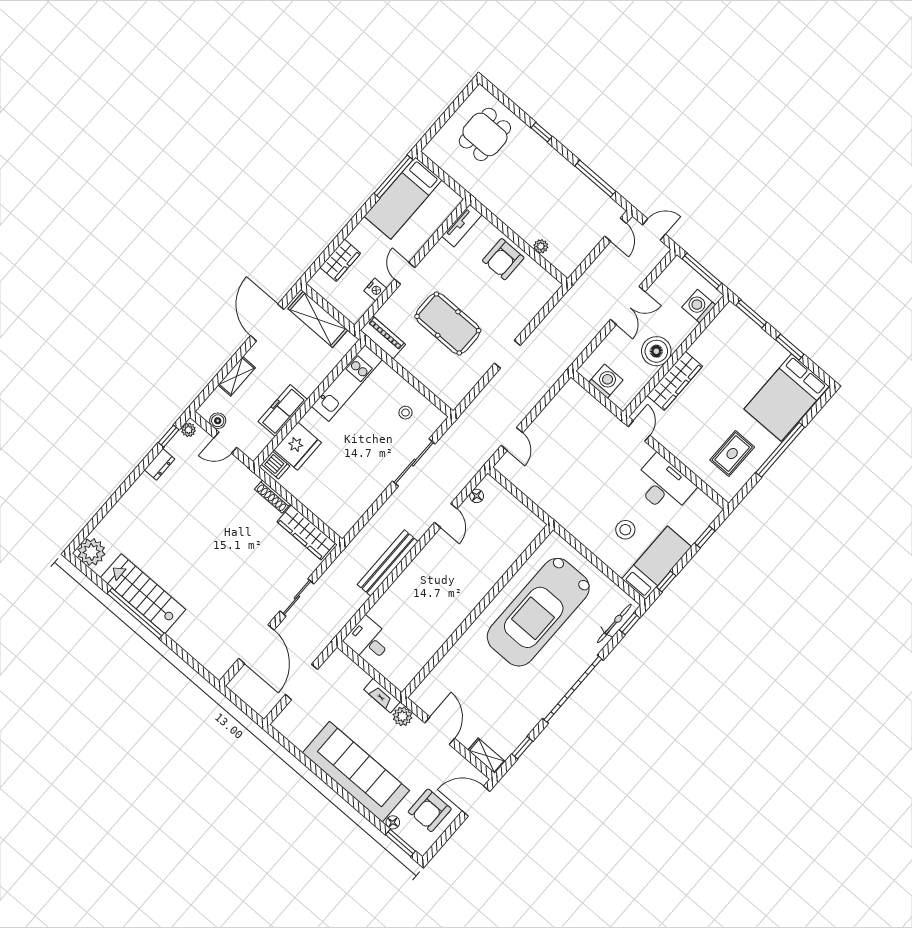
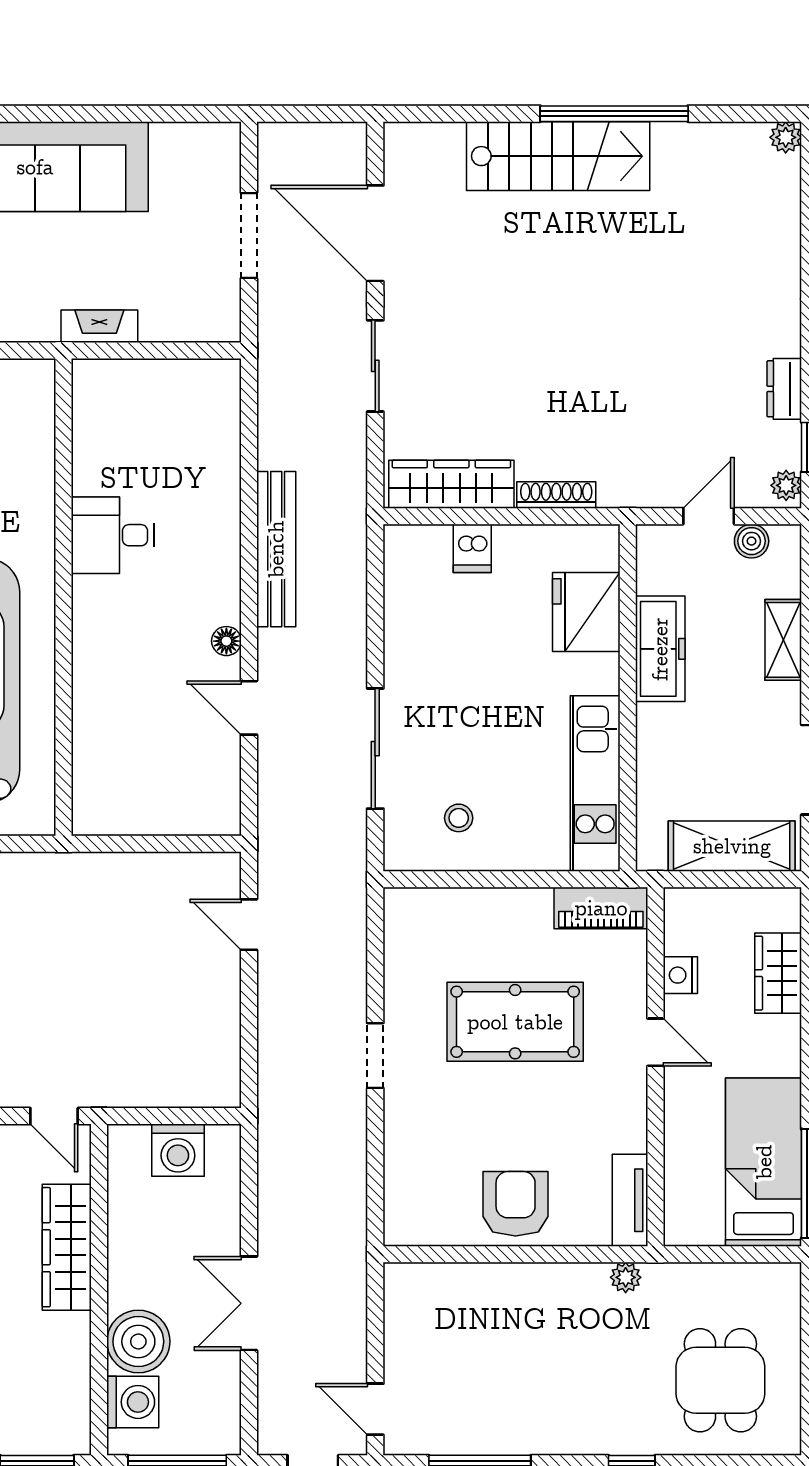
plant: (541, 246) -> (626, 1277), moved
boiler: (656, 351) -> (138, 1341), moved
dishwasher: (275, 465) -> (472, 548), moved, turned -90
floor lamp: (477, 496) -> (226, 641), moved
plant: (91, 552) -> (786, 137), width x0.53, depth x0.53
stairs: (143, 594) -> (558, 156), moved
desk: (368, 640) -> (113, 535), moved, turned 180
plant: (403, 716) -> (37, 322), removed

